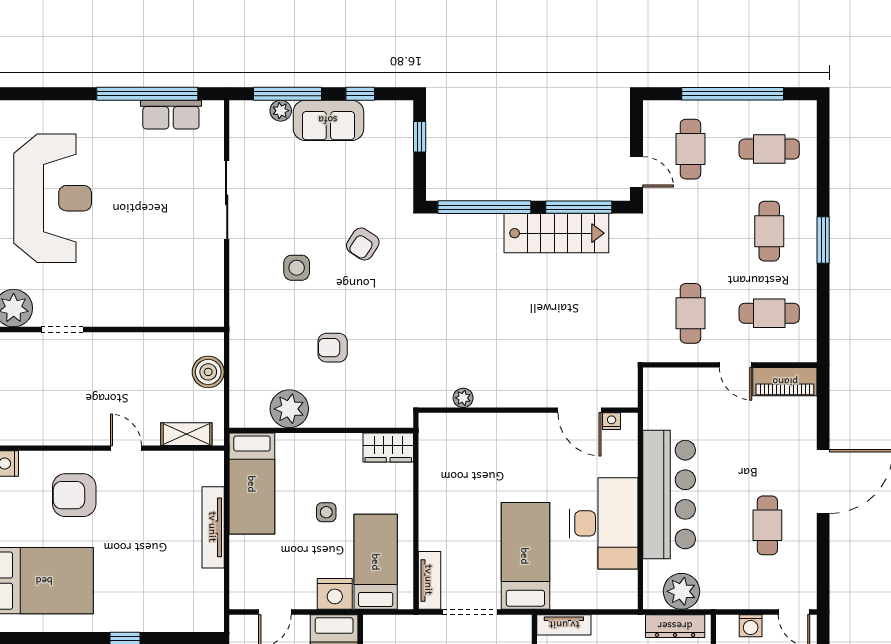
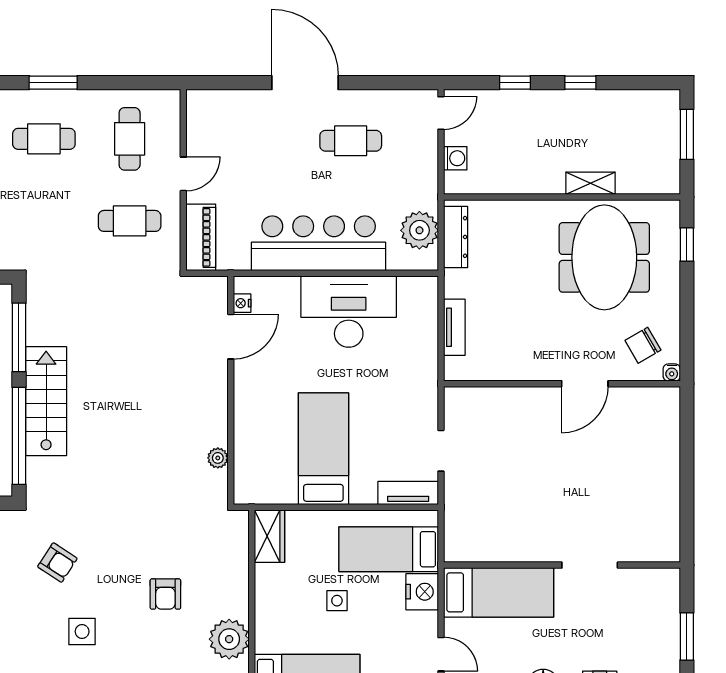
stairs: (556, 233) -> (46, 401), moved
piano: (785, 382) -> (201, 237), moved
bed: (525, 556) -> (323, 449), moved, turned 90
doorway: (470, 612) -> (441, 451), width x0.73
tv unit: (564, 625) -> (454, 327), moved

